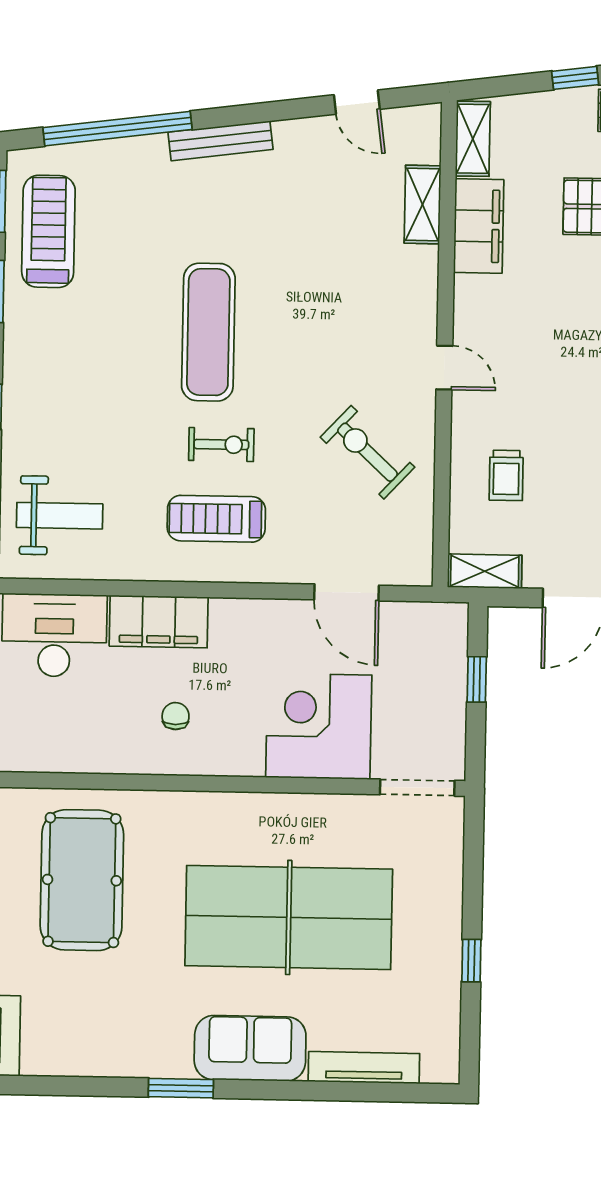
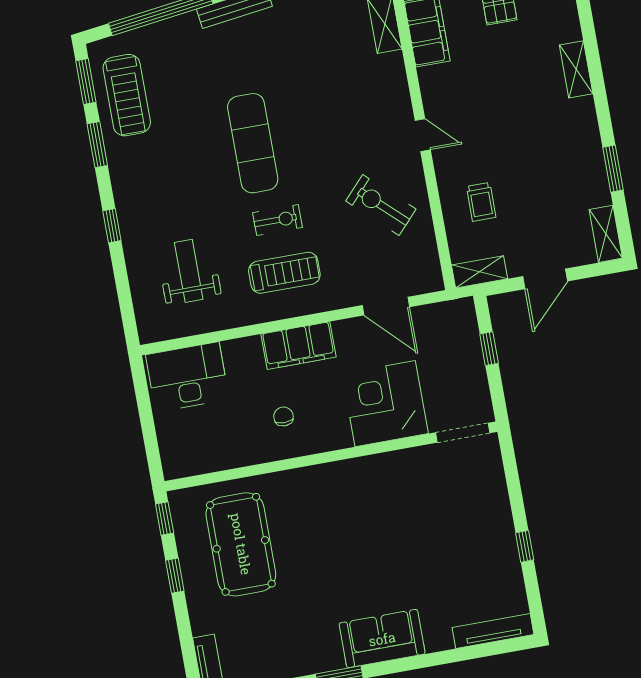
treadmill: (48, 231) -> (127, 95), turned 180
weight bench: (60, 516) -> (189, 271), moved, turned -90
treadmill: (216, 519) -> (284, 273), turned 180
filing cabinet: (159, 622) -> (298, 346), moved
table tennis table: (289, 917) -> (391, 542), removed
tv unit: (364, 1068) -> (493, 631), moved

